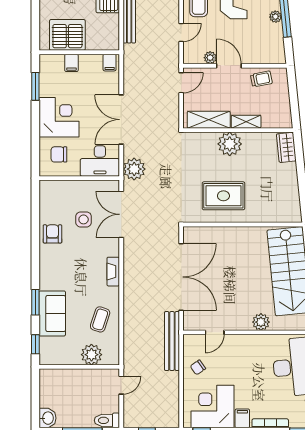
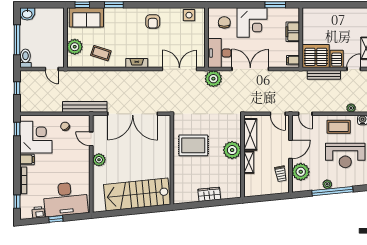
door: (181, 32) -> (305, 114), moved
server rack: (67, 35) -> (316, 56), moved, turned -90
plant: (210, 58) -> (301, 172), moved, width x1.88, depth x1.88
filing cabinet: (71, 63) -> (293, 32), width x2.00
wardrobe: (286, 147) -> (209, 194), moved
rug: (223, 196) -> (193, 145), turned 90
side table: (84, 219) -> (189, 15), moved
armchair: (52, 234) -> (153, 22), moved, turned 90
sofa: (52, 313) -> (86, 17), moved
plant: (261, 322) -> (99, 160), moved

